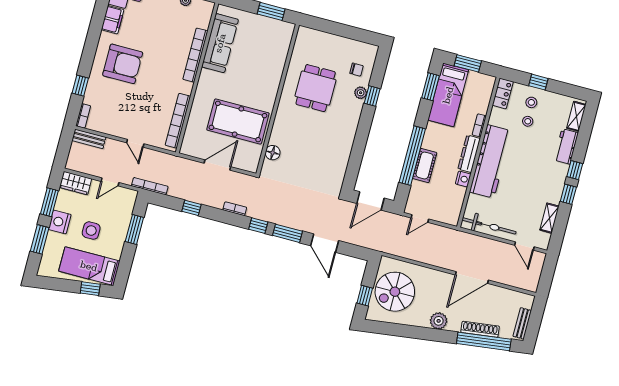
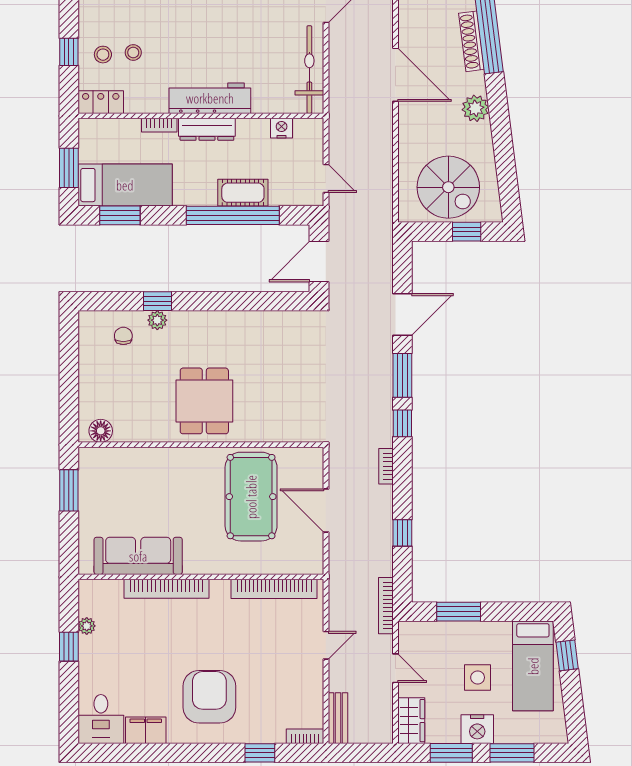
dining table: (316, 88) -> (204, 401), moved, turned 90
floor lamp: (273, 153) -> (101, 431), moved
workbench: (490, 161) -> (210, 98), width x0.73, depth x0.76
nightstand: (463, 179) -> (282, 128), moved
door: (370, 201) -> (319, 261), swing flipped

